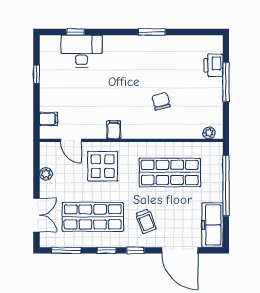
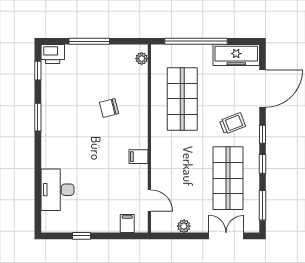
window: (75, 32) -> (38, 71), moved
printer: (214, 65) -> (53, 54), moved
door: (71, 140) -> (149, 201), hinge flipped
display table: (103, 166) -> (176, 168), removed

